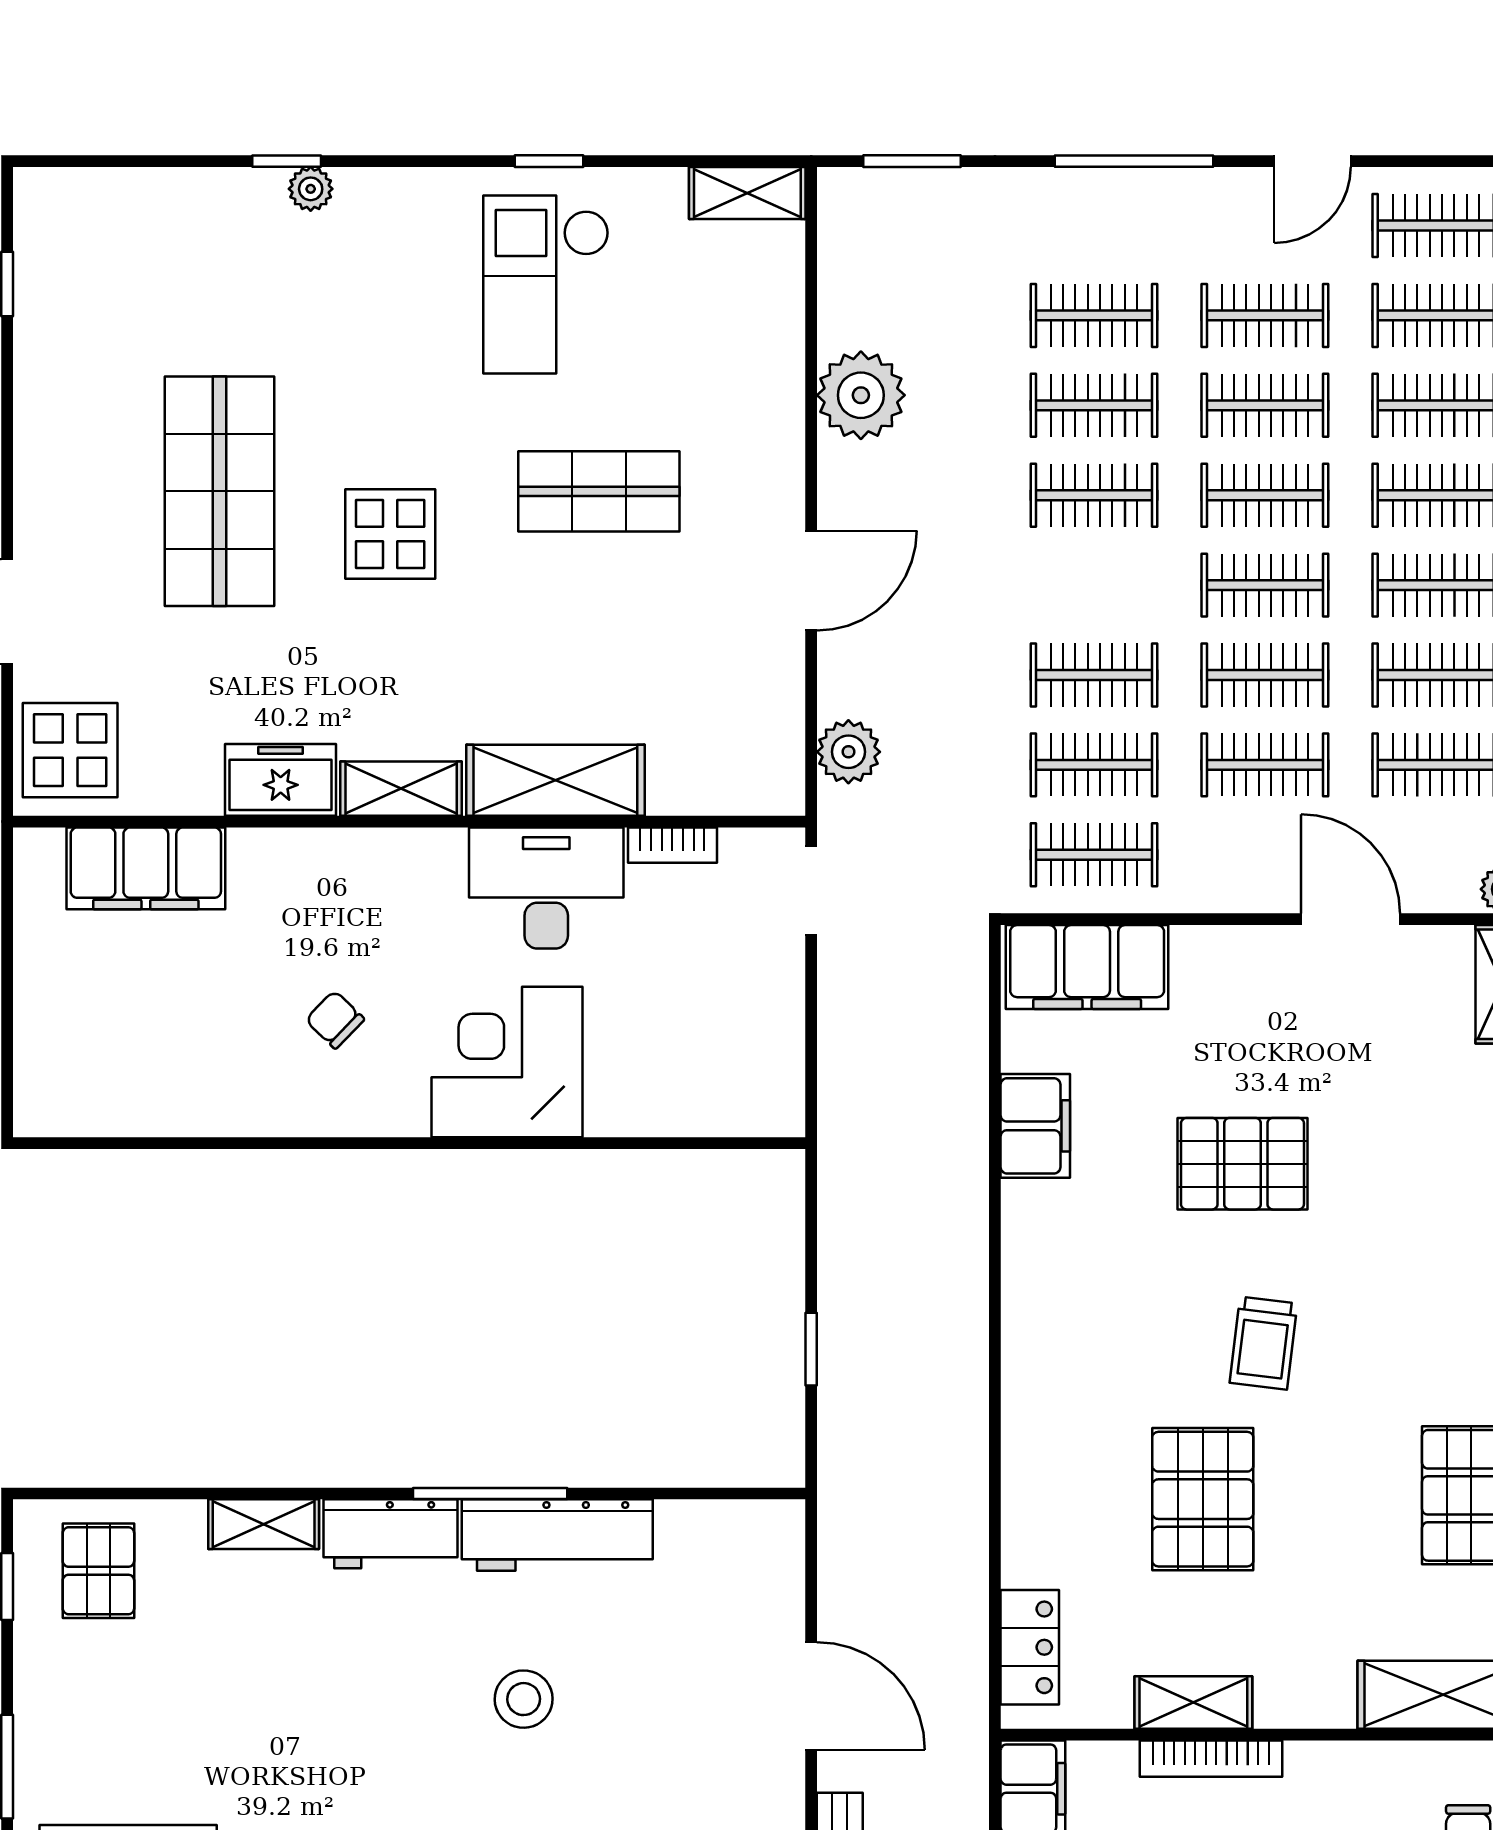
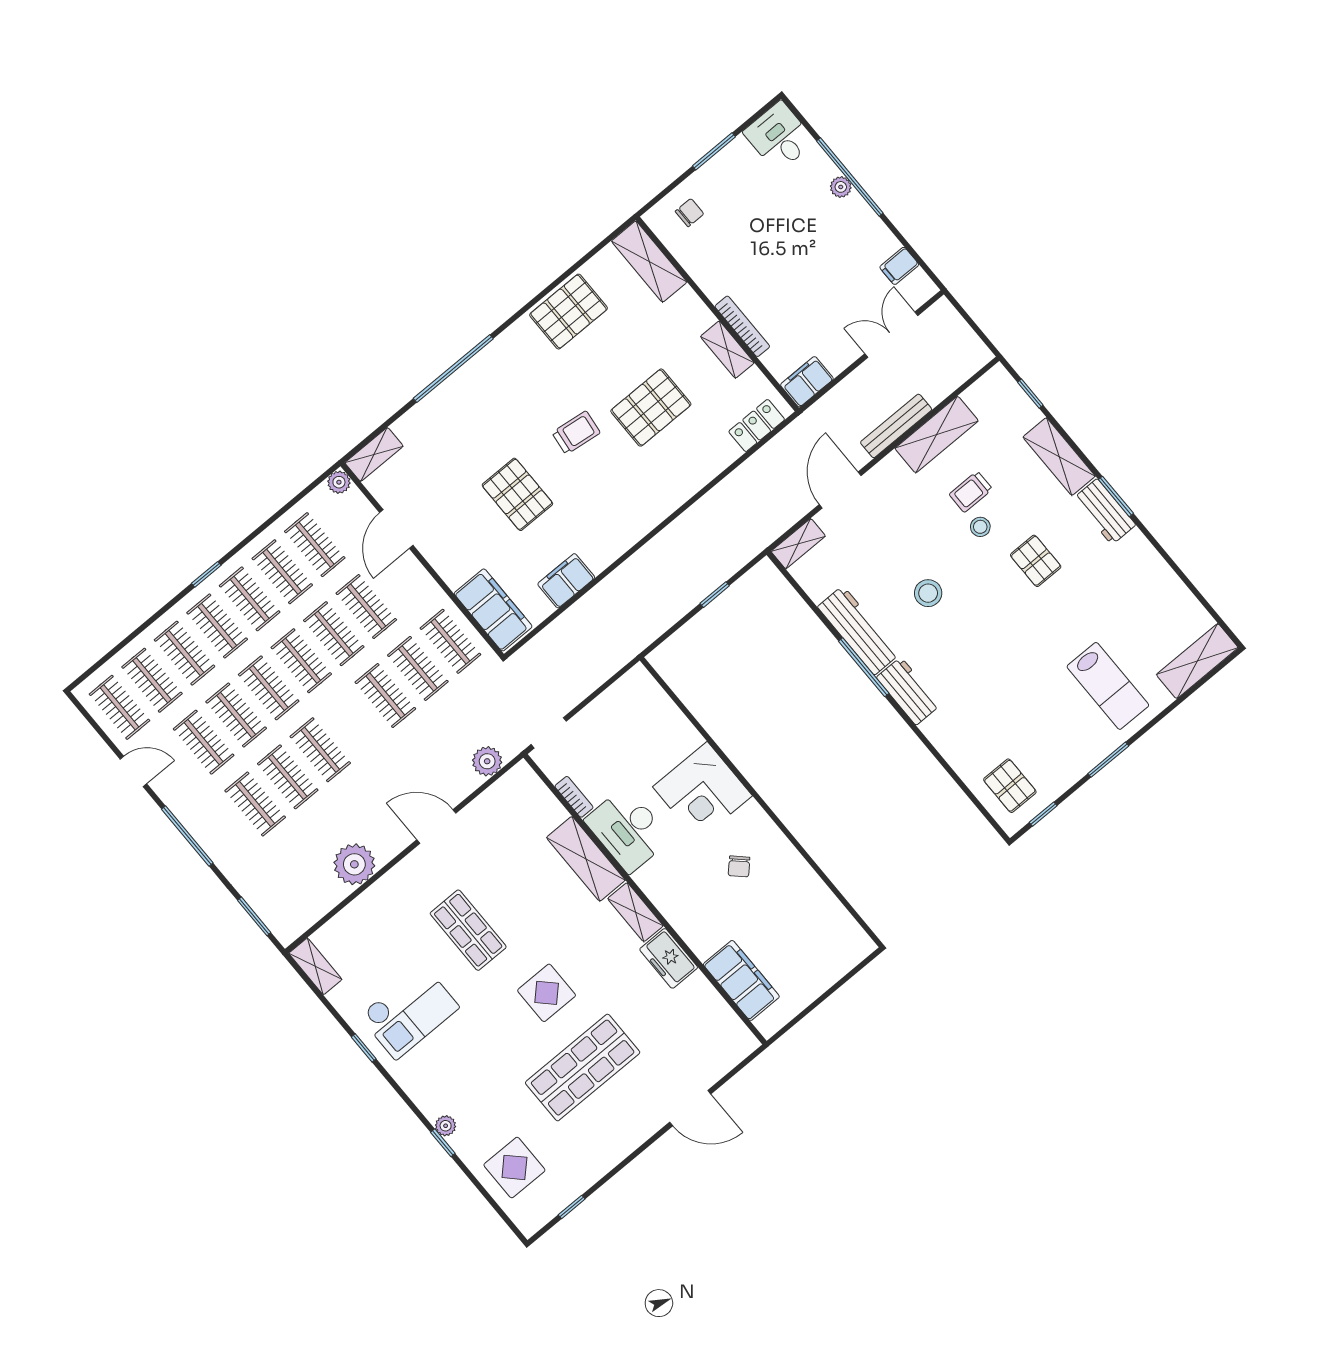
display table: (70, 750) -> (514, 1167), moved
shelving: (264, 1524) -> (798, 544), moved, turned 90
pallet: (98, 1571) -> (1010, 786), turned 90

